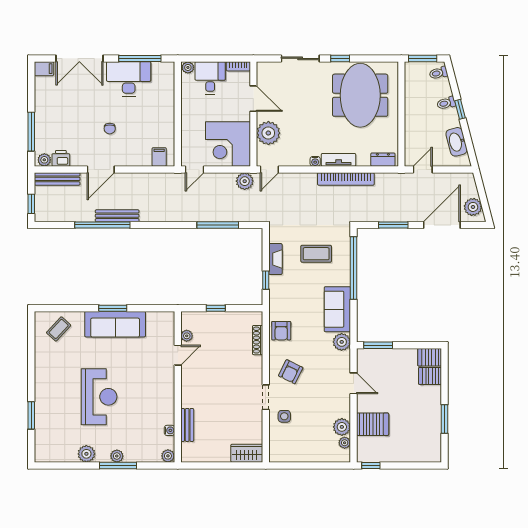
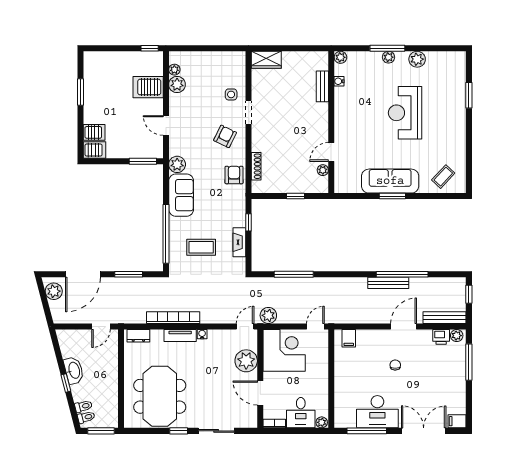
toilet: (446, 103) -> (83, 406), moved
washbasin: (457, 142) -> (74, 370), moved

